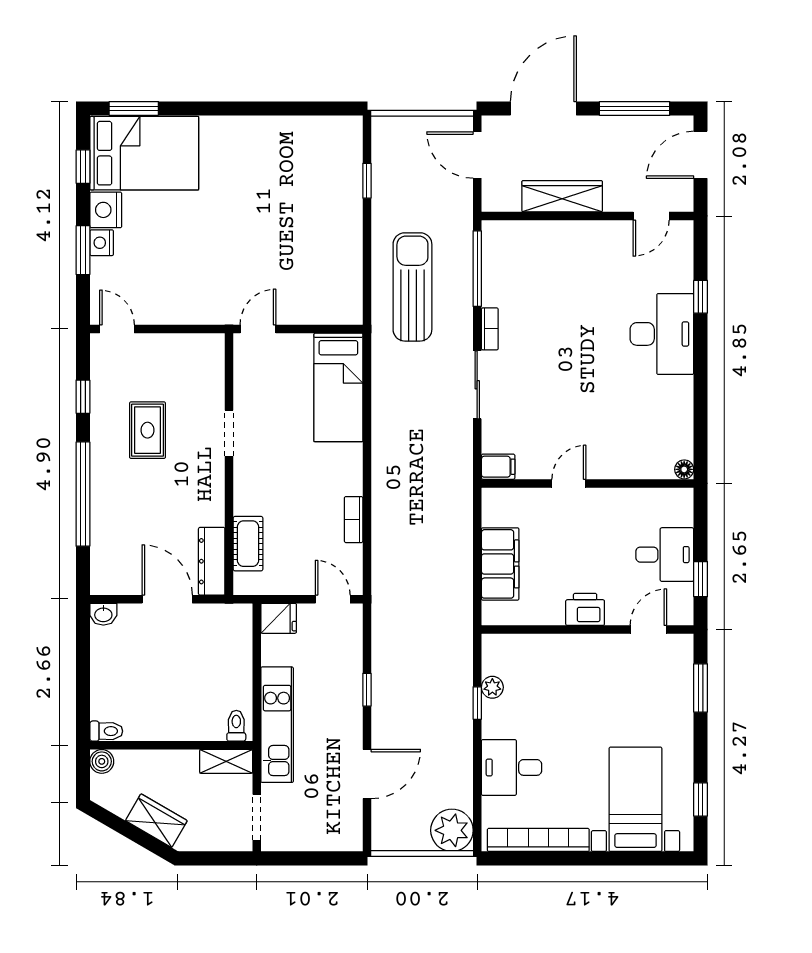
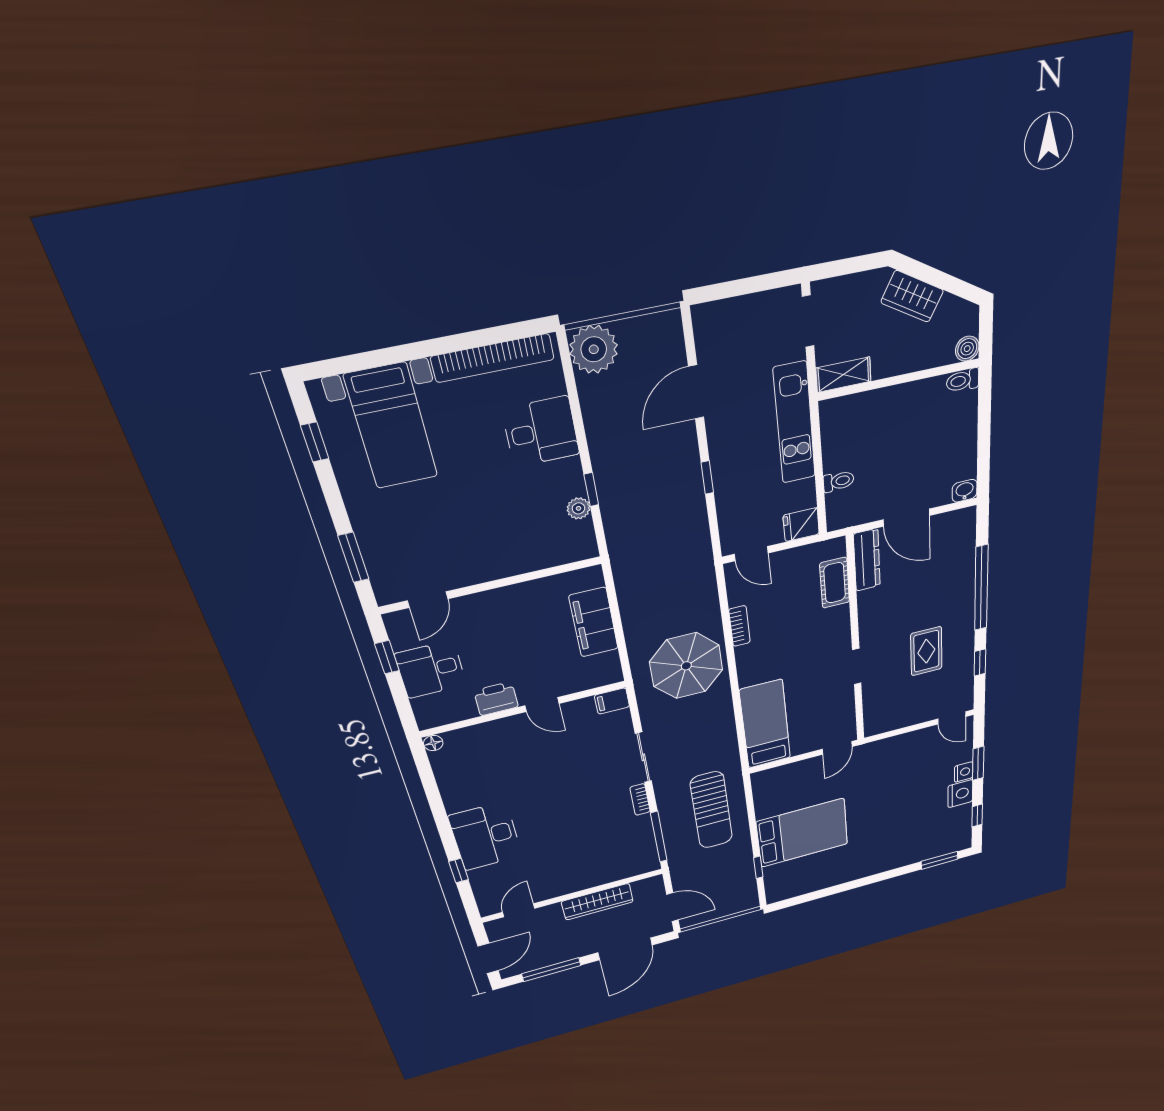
bed: (144, 153) -> (802, 833), moved, turned 180
door: (569, 483) -> (542, 705), hinge flipped
parasol: (415, 487) -> (686, 666), added
printer: (585, 609) -> (496, 699), moved, turned 180
toilet: (236, 726) -> (839, 481), moved, turned -90

